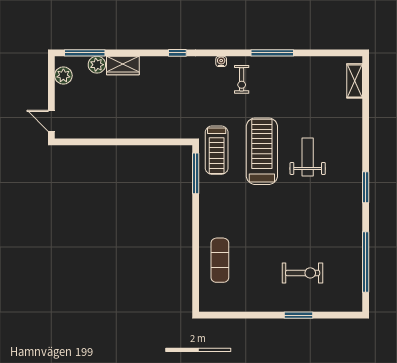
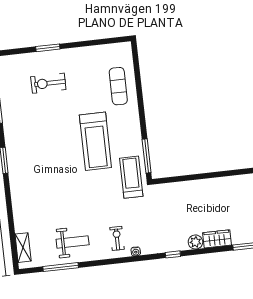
window: (272, 53) -> (61, 267), moved
plant: (97, 65) -> (195, 242), moved
treadmill: (262, 151) -> (95, 141), moved
weight bench: (308, 157) -> (73, 242), moved, turned -90

